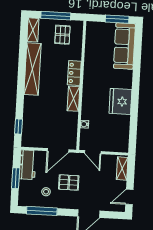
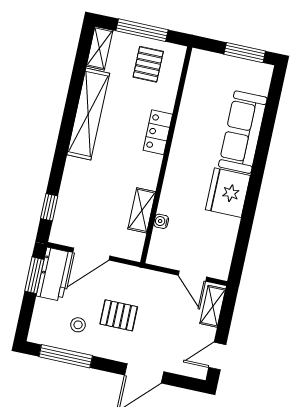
sofa: (124, 46) -> (243, 132), moved
shelving: (73, 99) -> (142, 210), moved
door: (58, 150) -> (91, 254), moved
door: (93, 152) -> (192, 276), moved
window: (16, 178) -> (34, 275), moved

